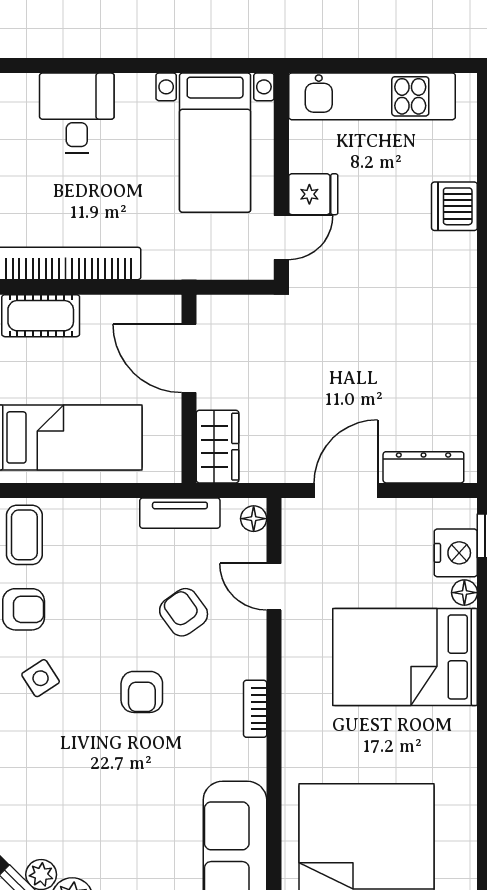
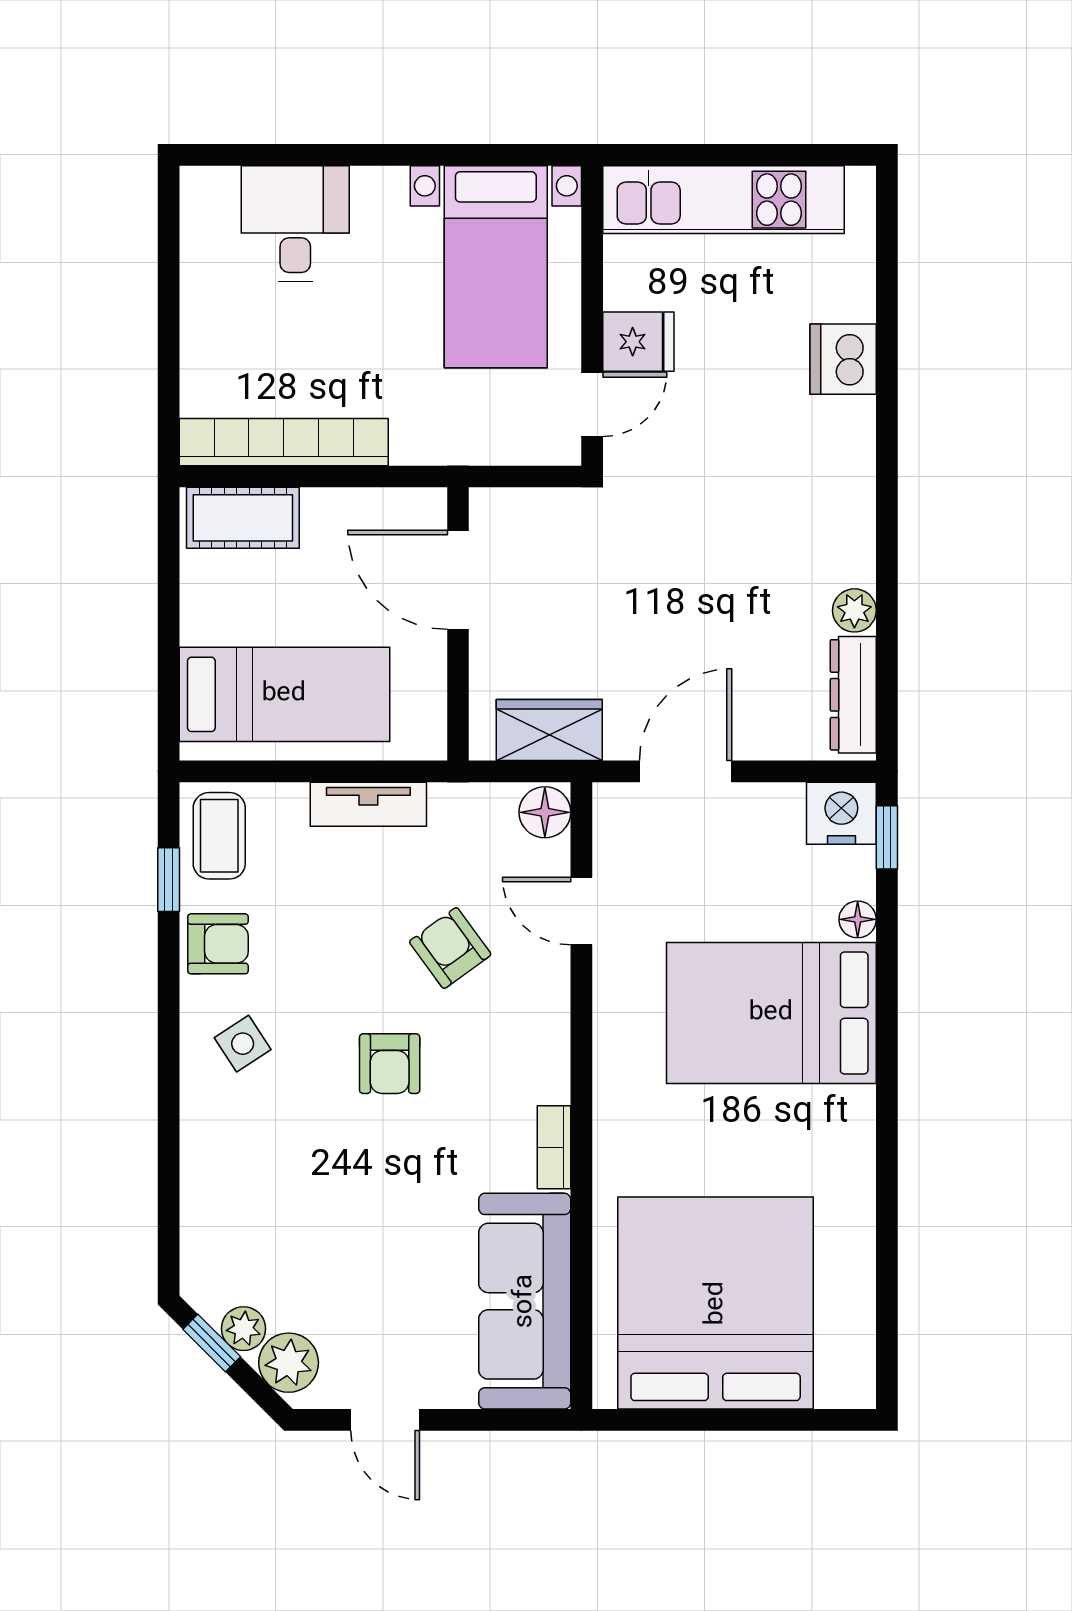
plant: (462, 380) -> (854, 610), added
wardrobe: (218, 447) -> (549, 730), moved, turned -90
dresser: (423, 467) -> (853, 695), moved, turned -90
tv unit: (180, 513) -> (368, 804), moved
floor lamp: (254, 519) -> (545, 812), width x1.37, depth x1.37
nightstand: (456, 553) -> (841, 813), moved, turned -90
bookcase: (255, 709) -> (554, 1147), moved

